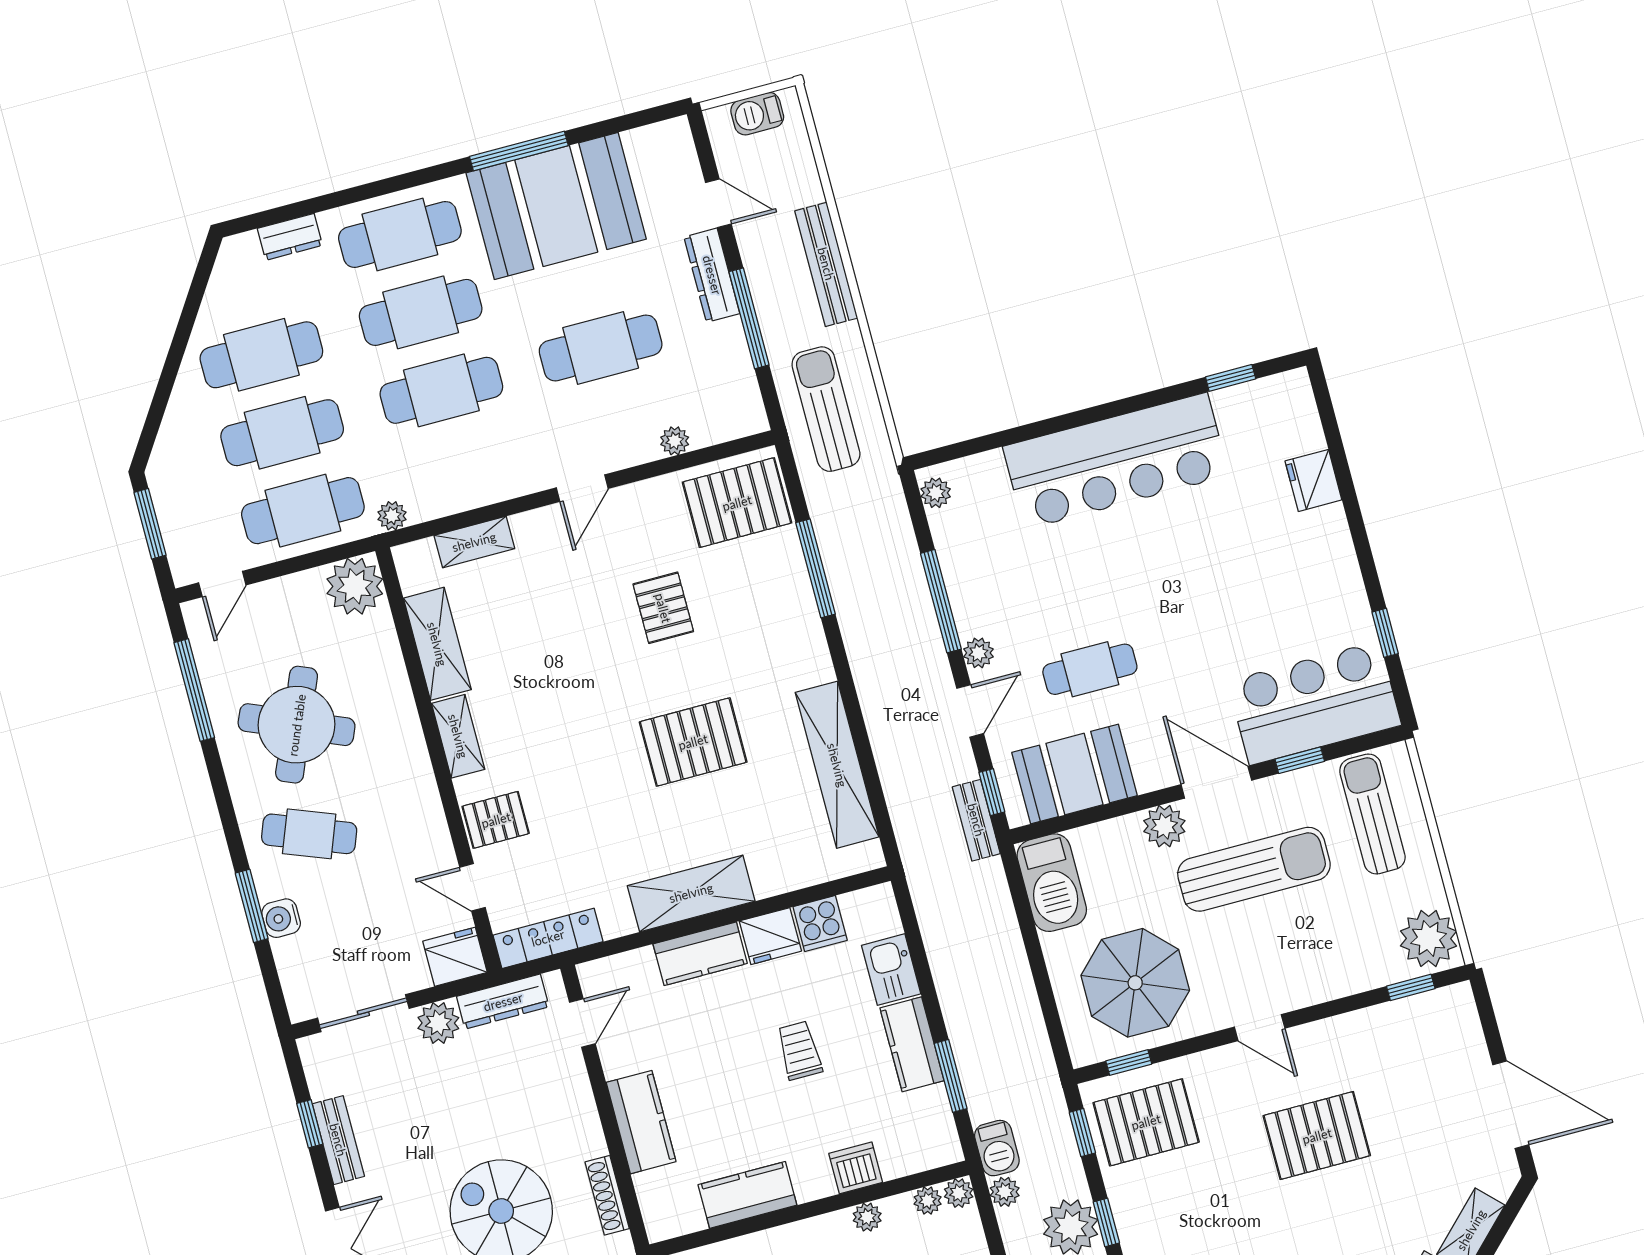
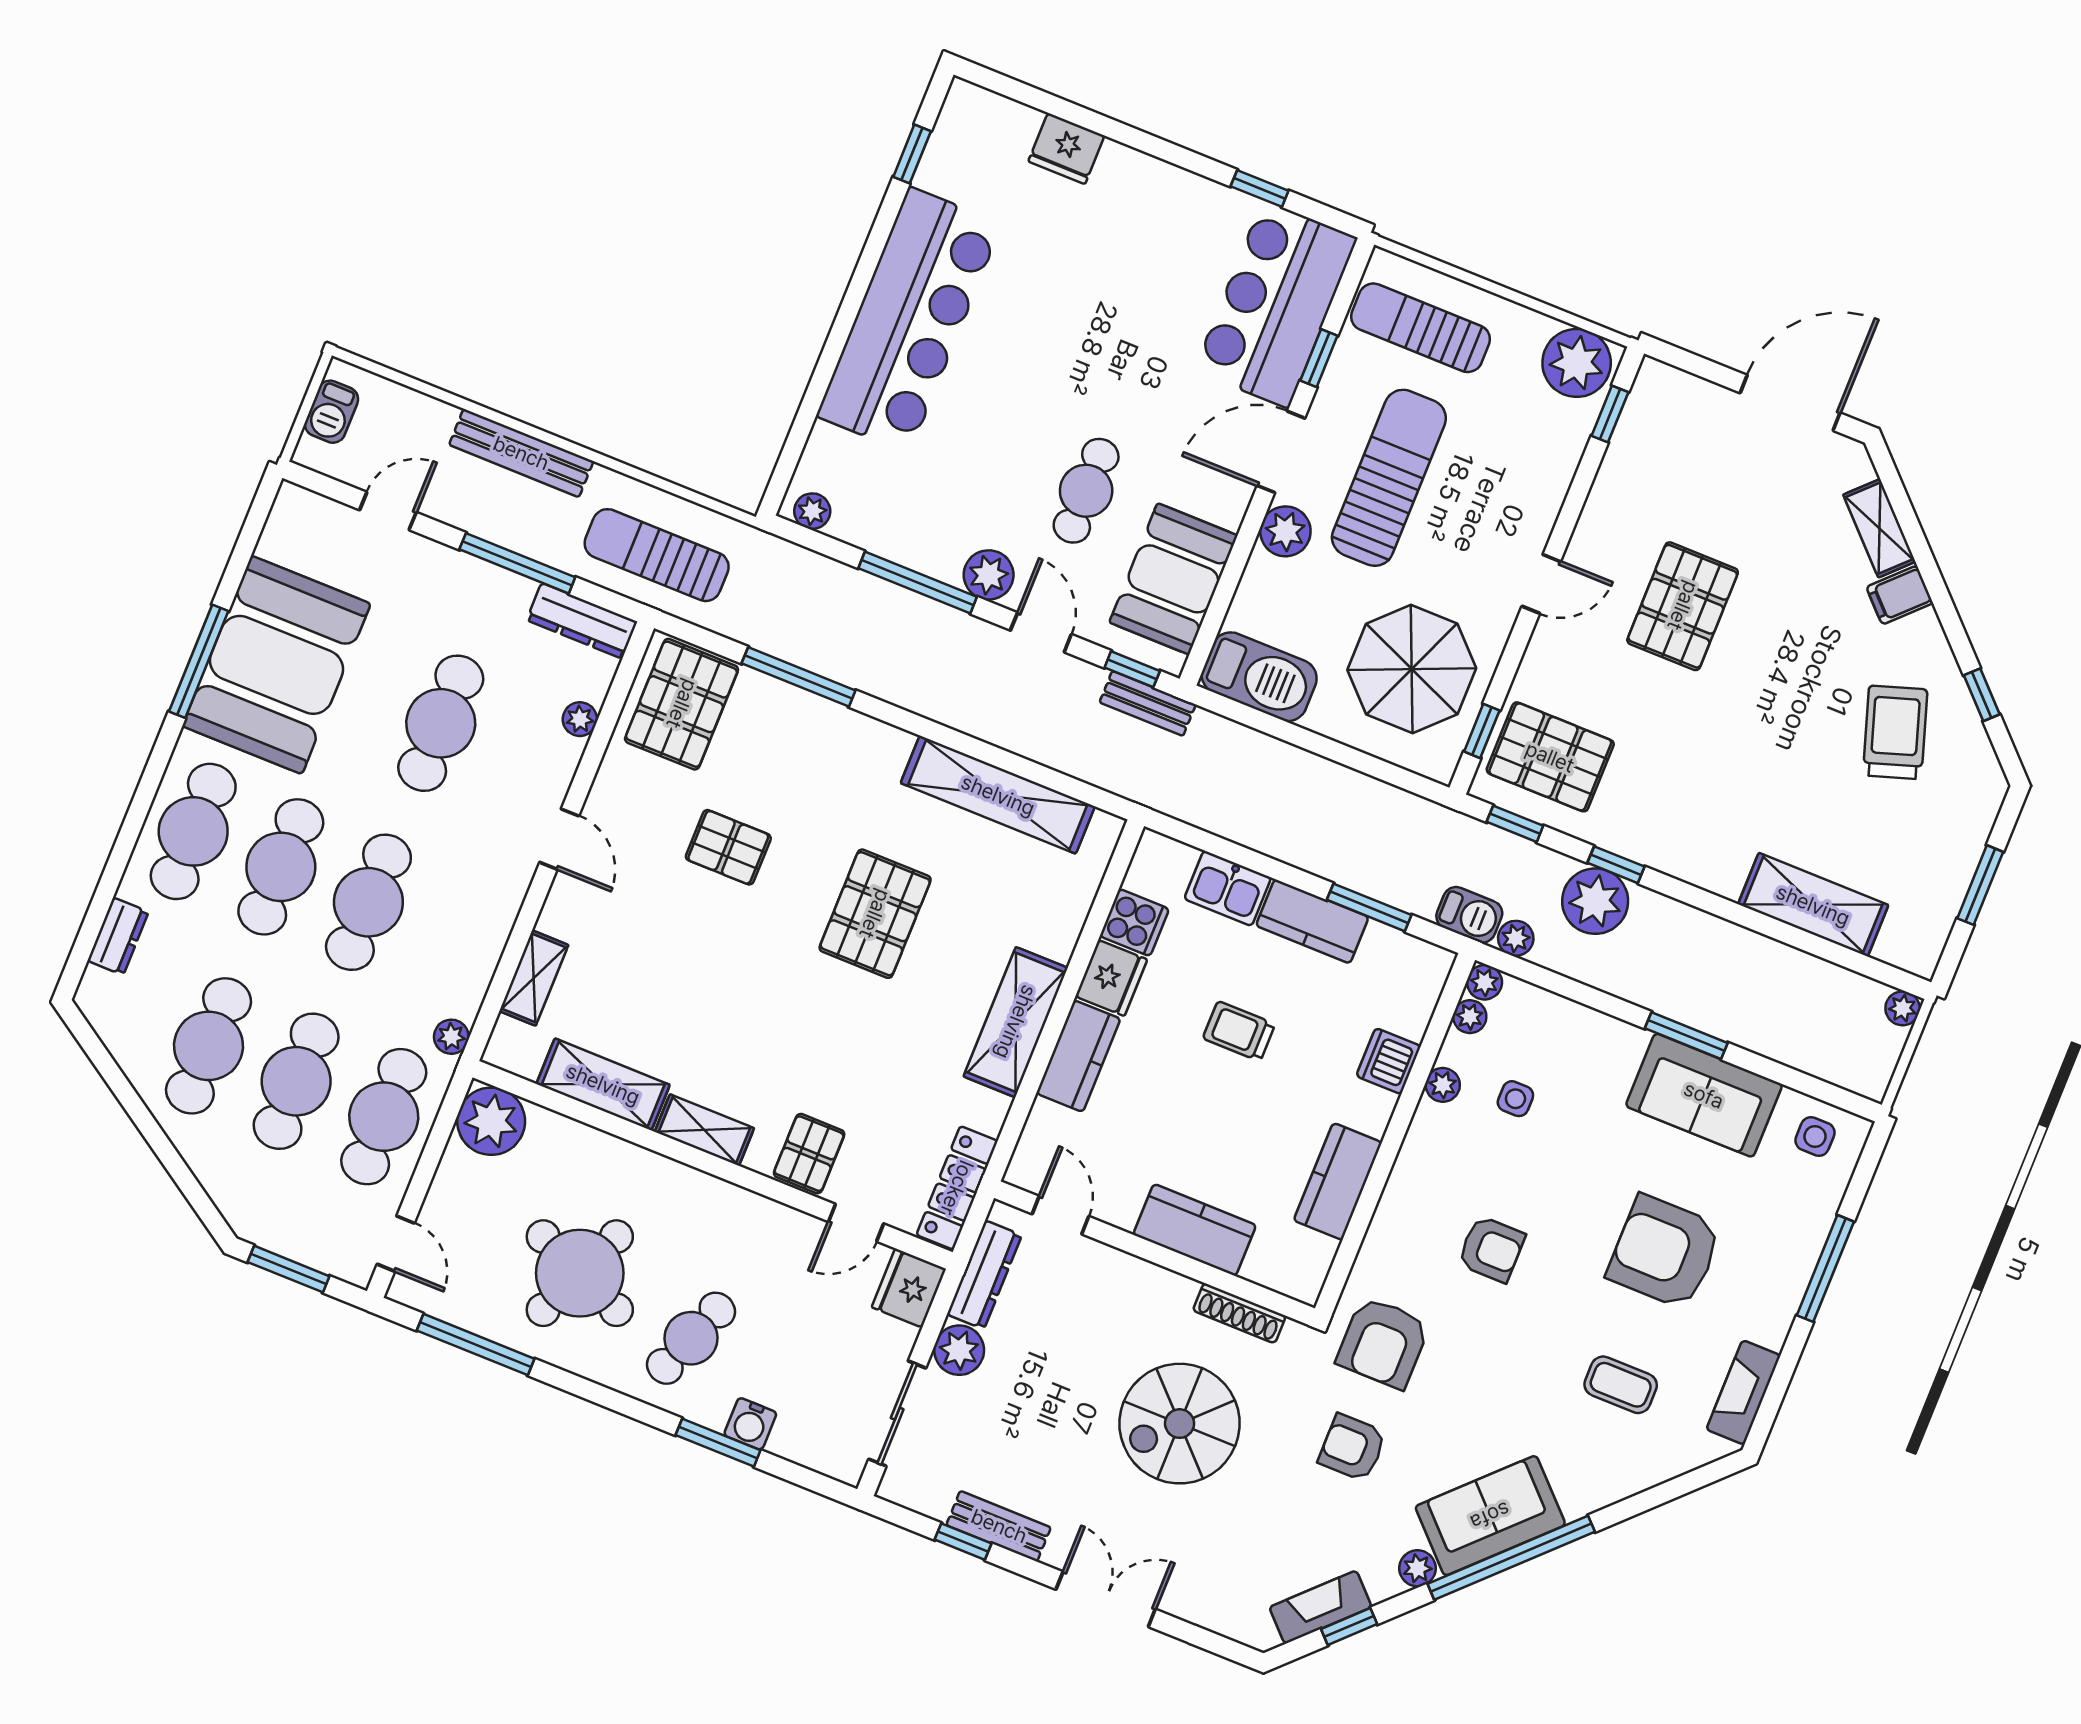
dresser: (712, 275) -> (582, 621), moved
plant: (978, 653) -> (989, 575), width x1.38, depth x1.38
pallet: (1146, 1122) -> (1550, 757), turned 90

